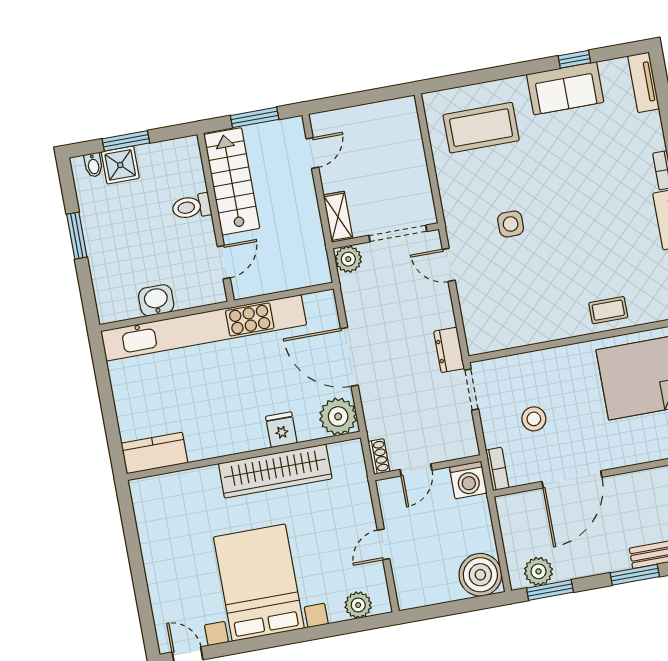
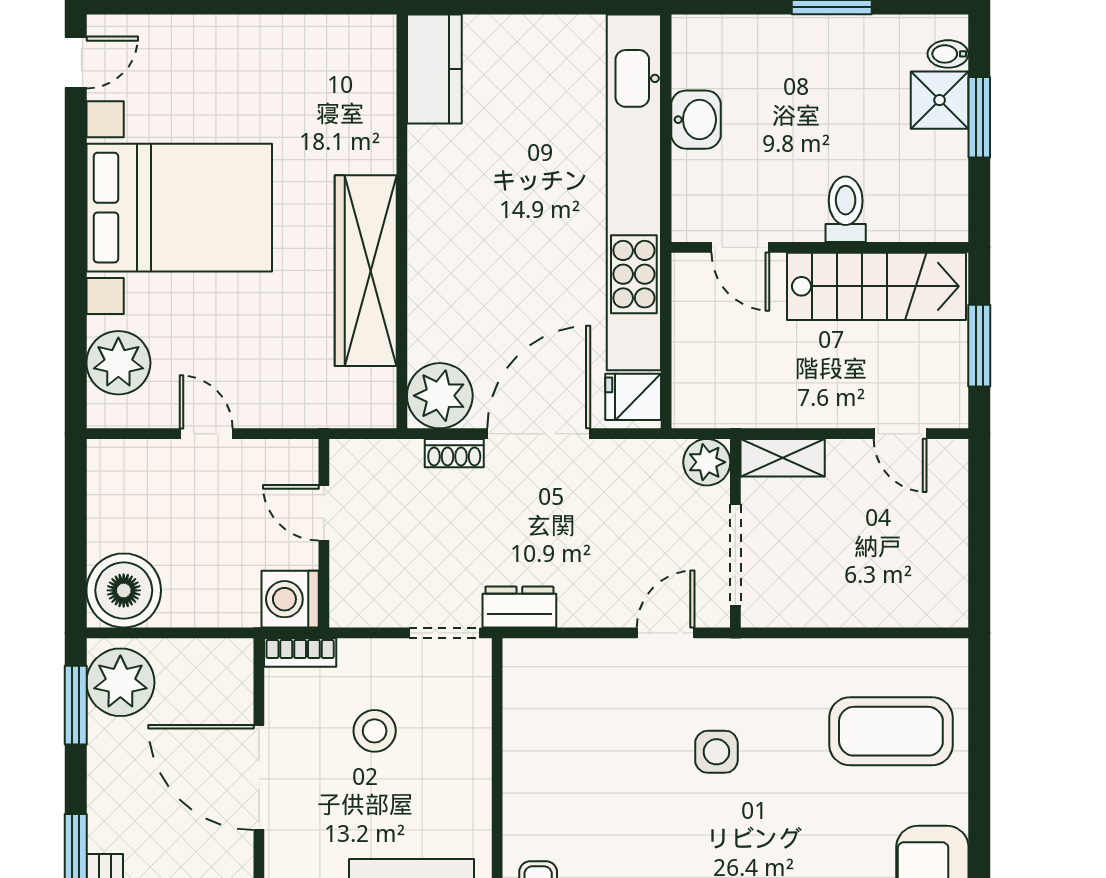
coffee table: (481, 128) -> (891, 731), turned 90
fridge: (281, 430) -> (633, 397), moved, turned 180
shoe rack: (379, 456) -> (454, 453), moved
plant: (538, 571) -> (120, 682), width x1.36, depth x1.36
plant: (358, 605) -> (118, 363), width x1.36, depth x1.36

